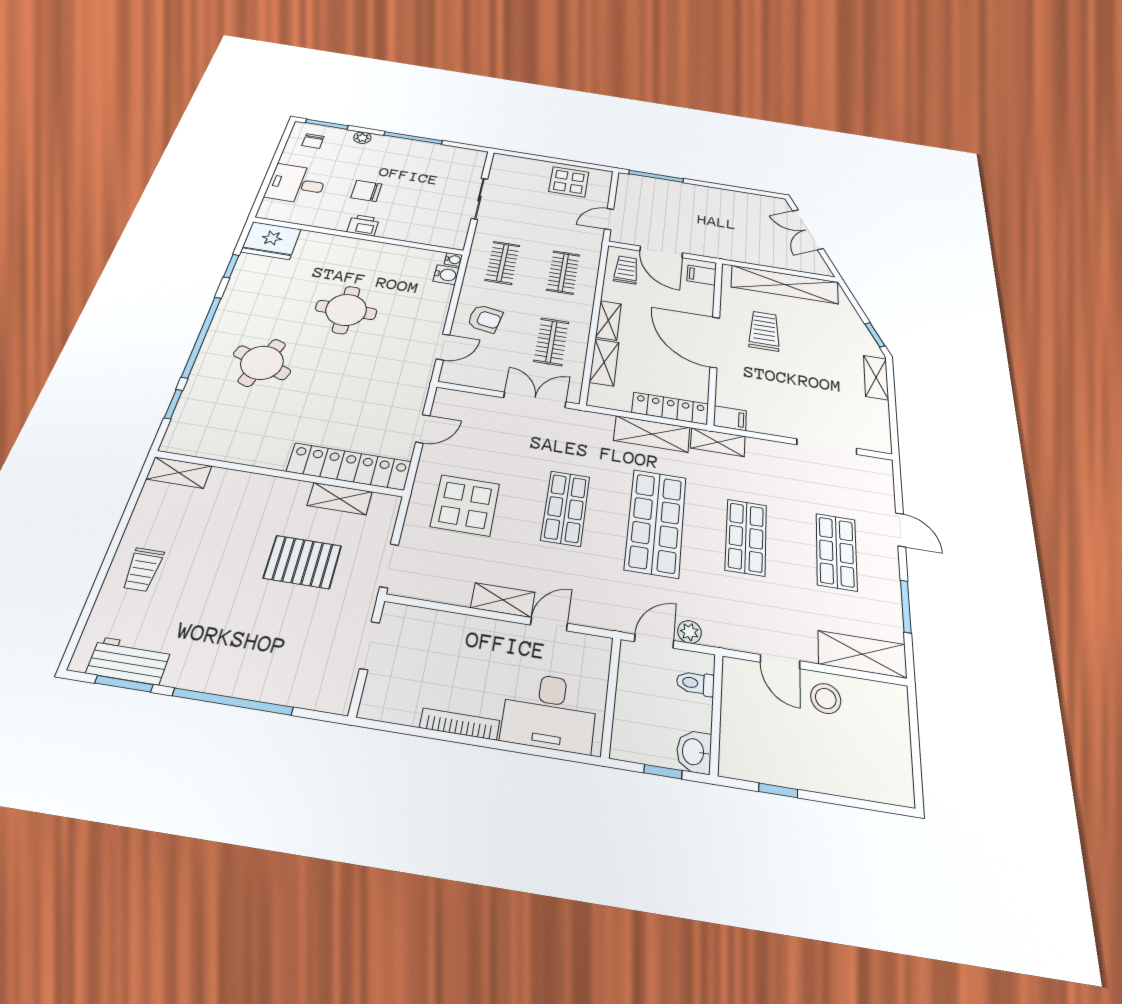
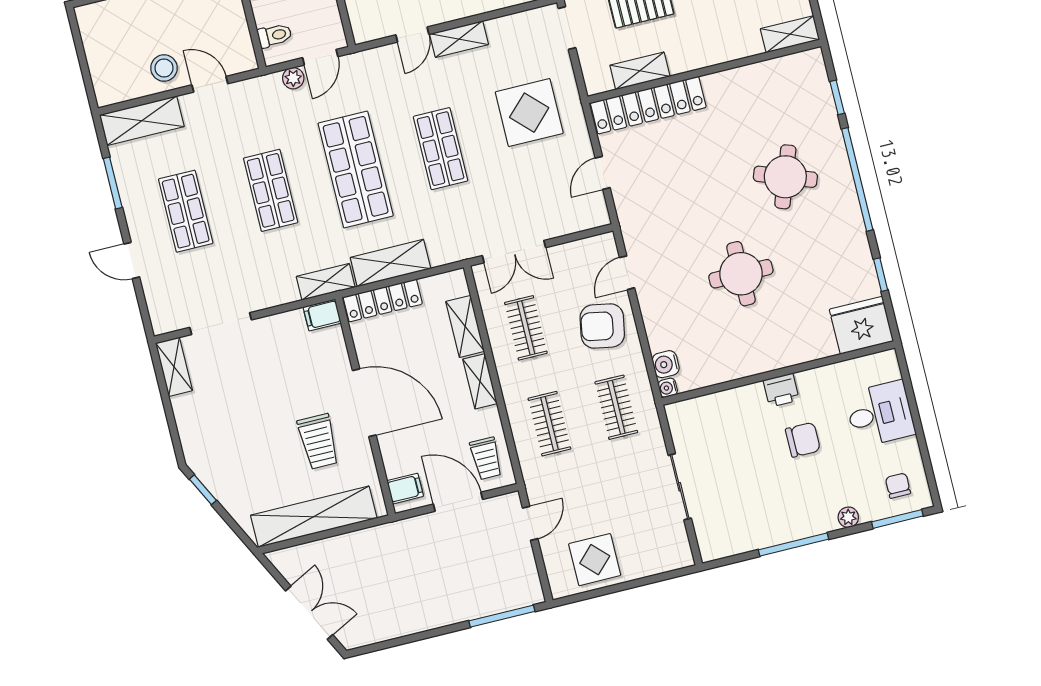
armchair: (485, 319) -> (602, 326), width x1.38, depth x1.38
shelving: (876, 377) -> (174, 367), moved

